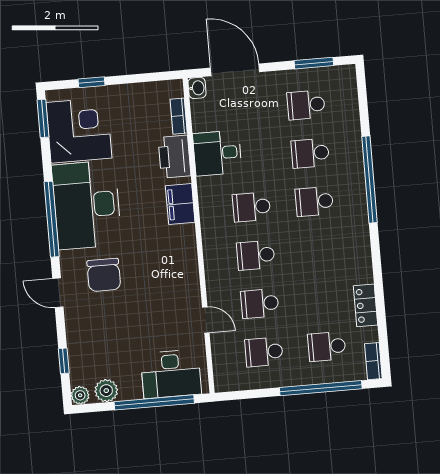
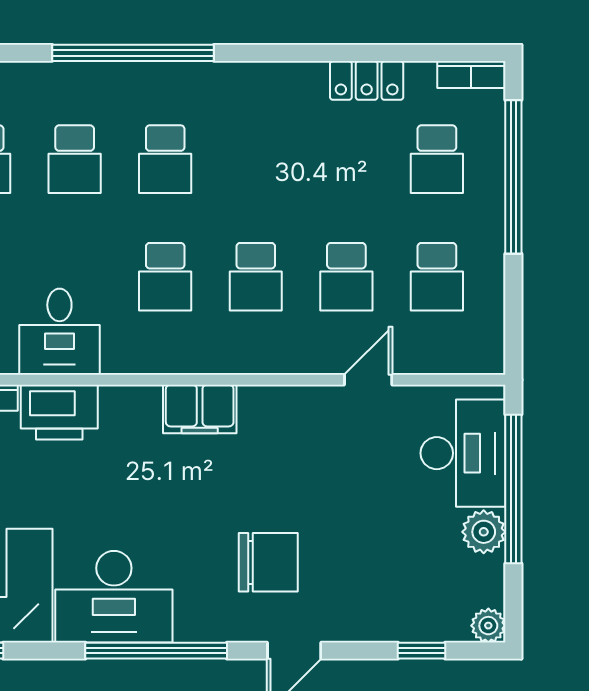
filing cabinet: (180, 204) -> (200, 409), moved
desk: (87, 205) -> (114, 597), width x0.73, depth x0.77
plant: (106, 391) -> (484, 532), moved

